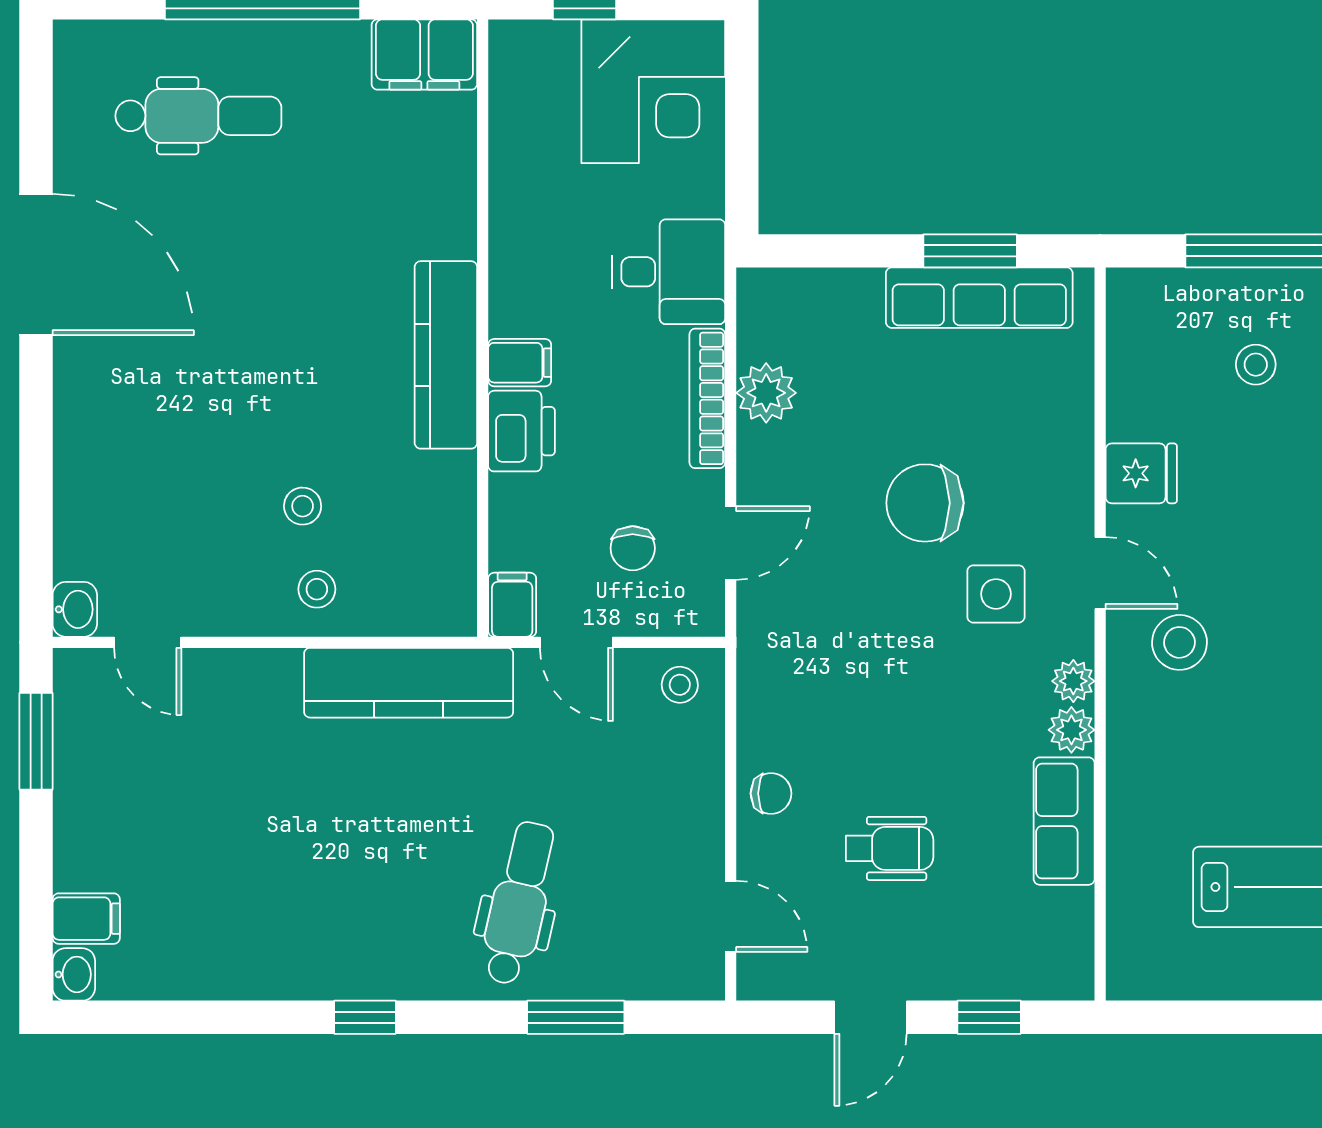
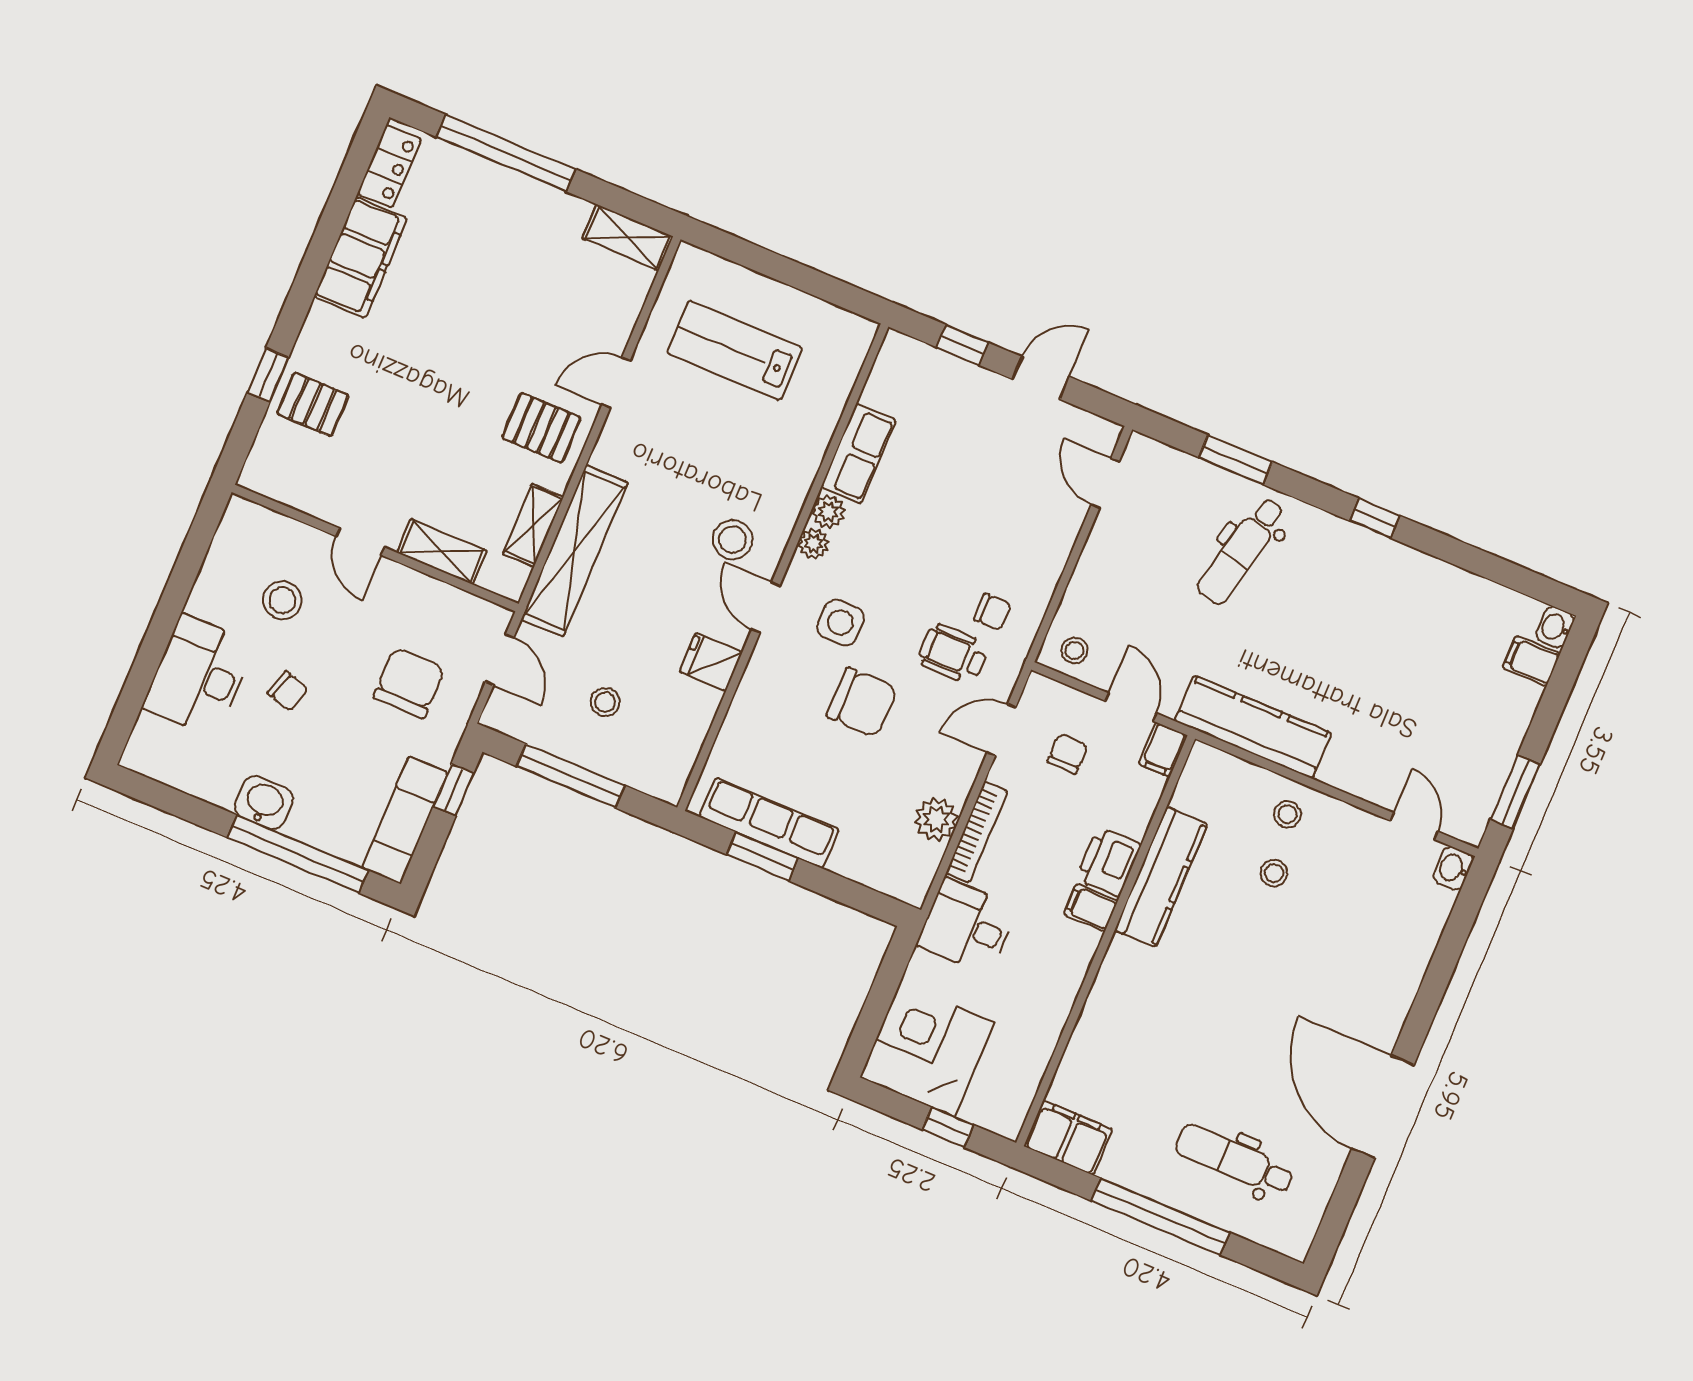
kitchen counter: (446, 355) -> (1161, 877), moved
chair: (771, 793) -> (993, 612), moved, turned 180
wheelchair: (890, 848) -> (953, 654), moved

